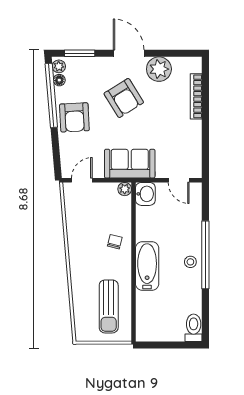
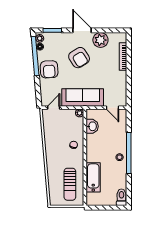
sofa: (130, 164) -> (83, 97), width x1.36
washbasin: (145, 194) -> (92, 126), moved
bathtub: (147, 266) -> (93, 177), moved

